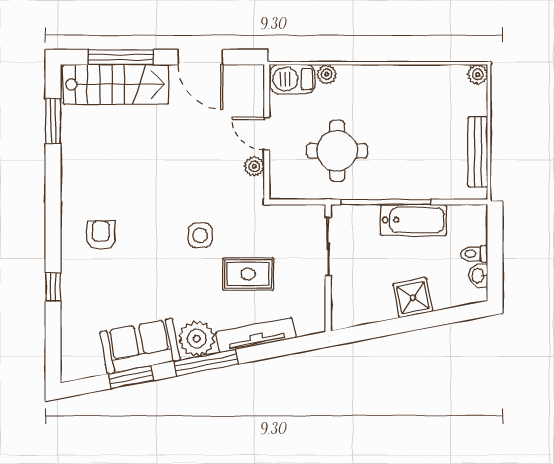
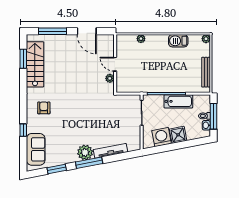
barbecue: (292, 79) -> (178, 41), moved
stairs: (116, 84) -> (35, 64), moved, turned -90
round table: (337, 151) -> (145, 72), removed
side table: (200, 235) -> (87, 108), removed
window: (495, 255) -> (213, 116), added
rug: (248, 274) -> (107, 125), removed
washing machine: (374, 303) -> (162, 137), added
sofa: (140, 346) -> (36, 149), moved, turned 101

